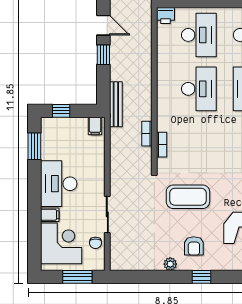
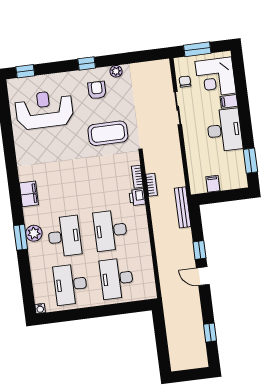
printer: (165, 15) -> (137, 197), moved, turned -90
window: (61, 111) -> (231, 195), removed
filing cabinet: (95, 126) -> (213, 184), moved

